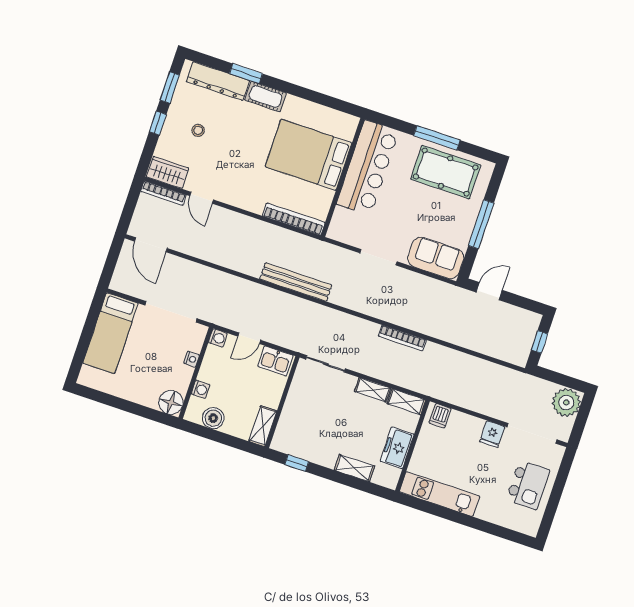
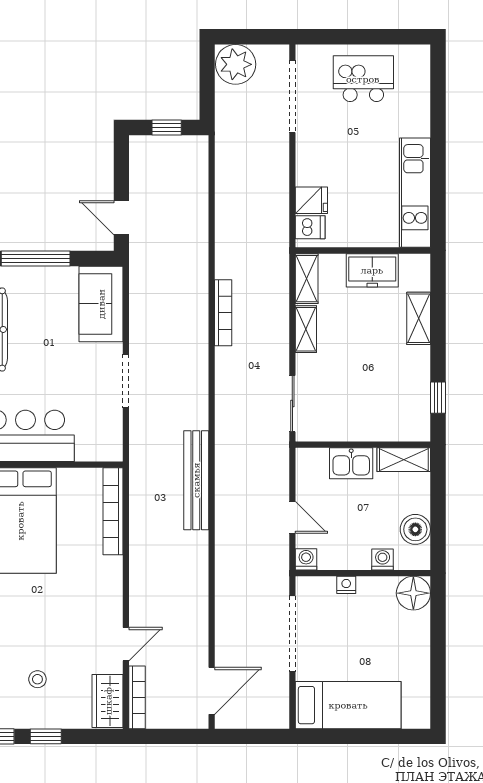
kitchen sink: (275, 361) -> (351, 463), moved, turned 90
fridge: (492, 434) -> (311, 200), moved

